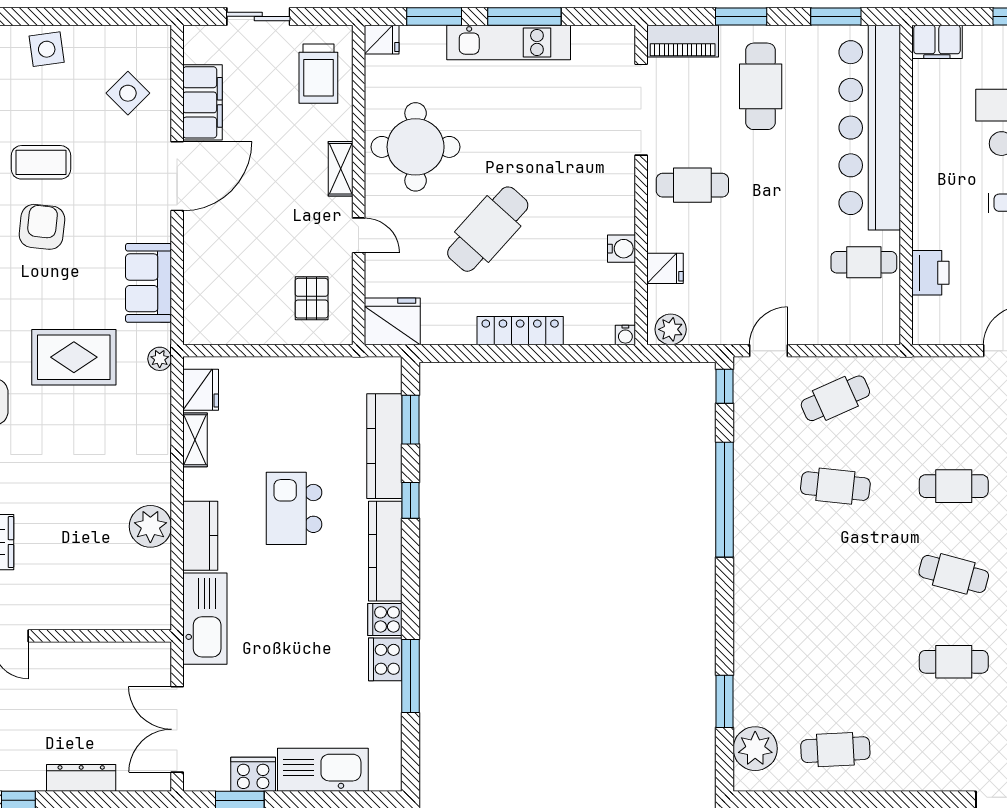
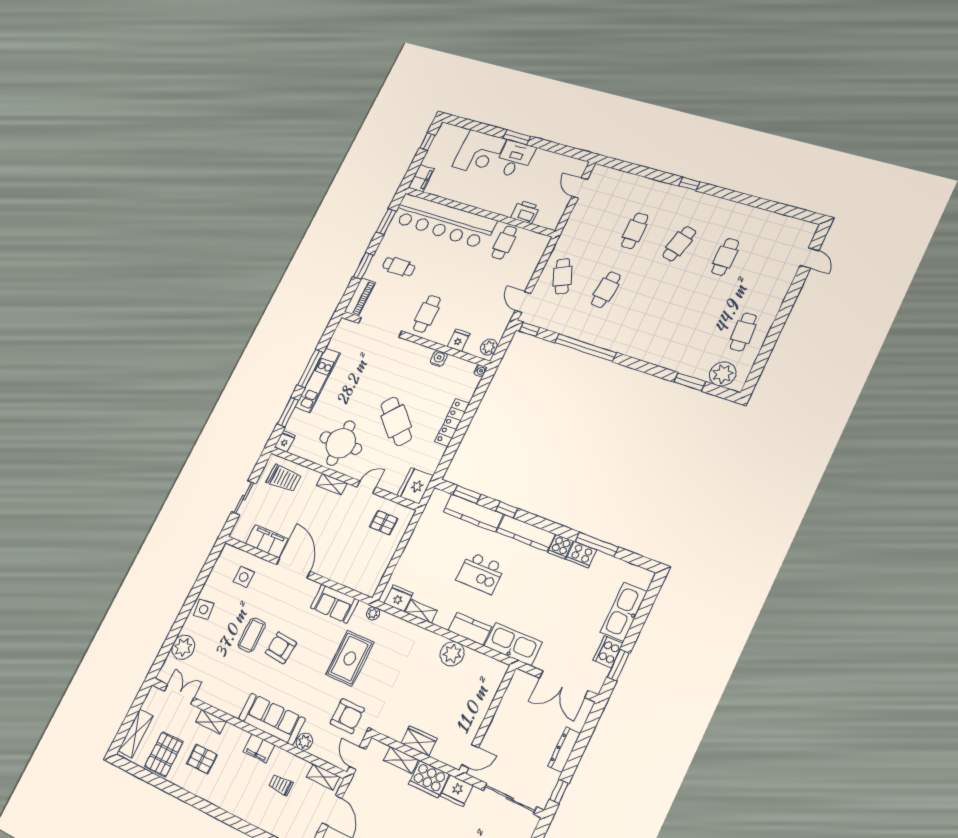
cafe table: (761, 86) -> (399, 267), width x0.73, depth x0.74
side table: (128, 93) -> (244, 577), turned 45

